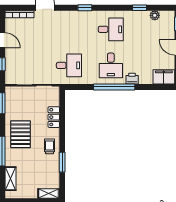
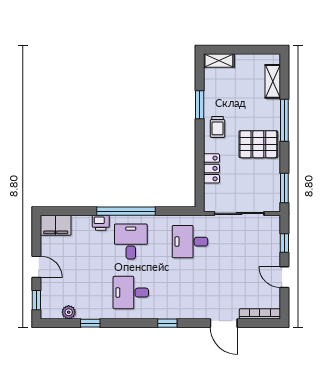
pallet: (21, 134) -> (258, 144), turned 90

